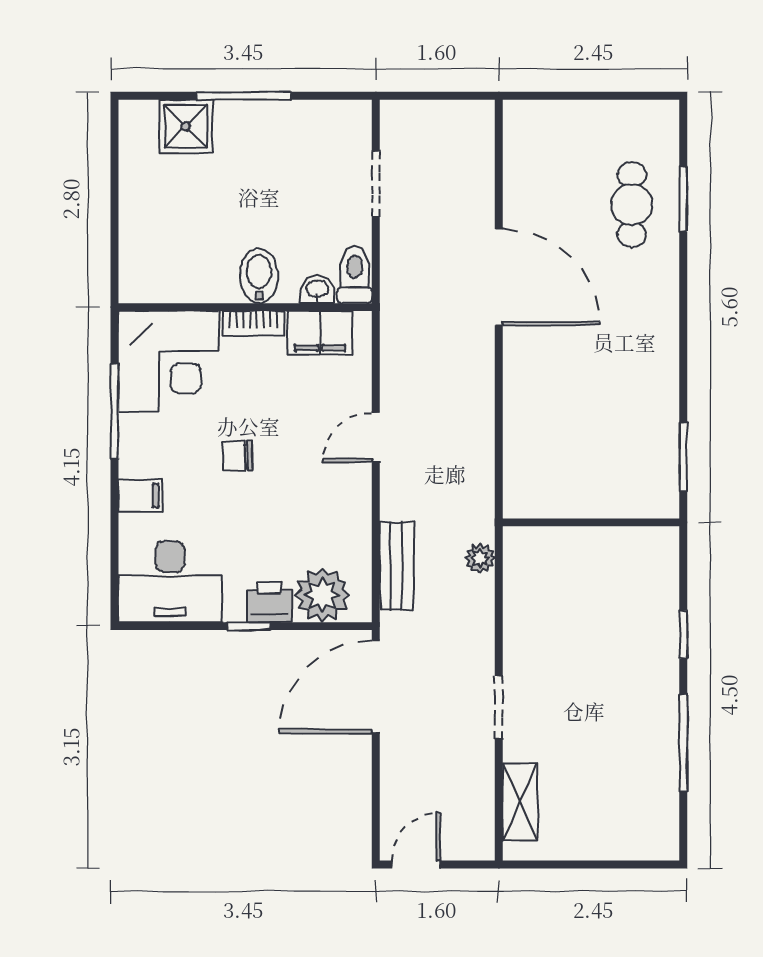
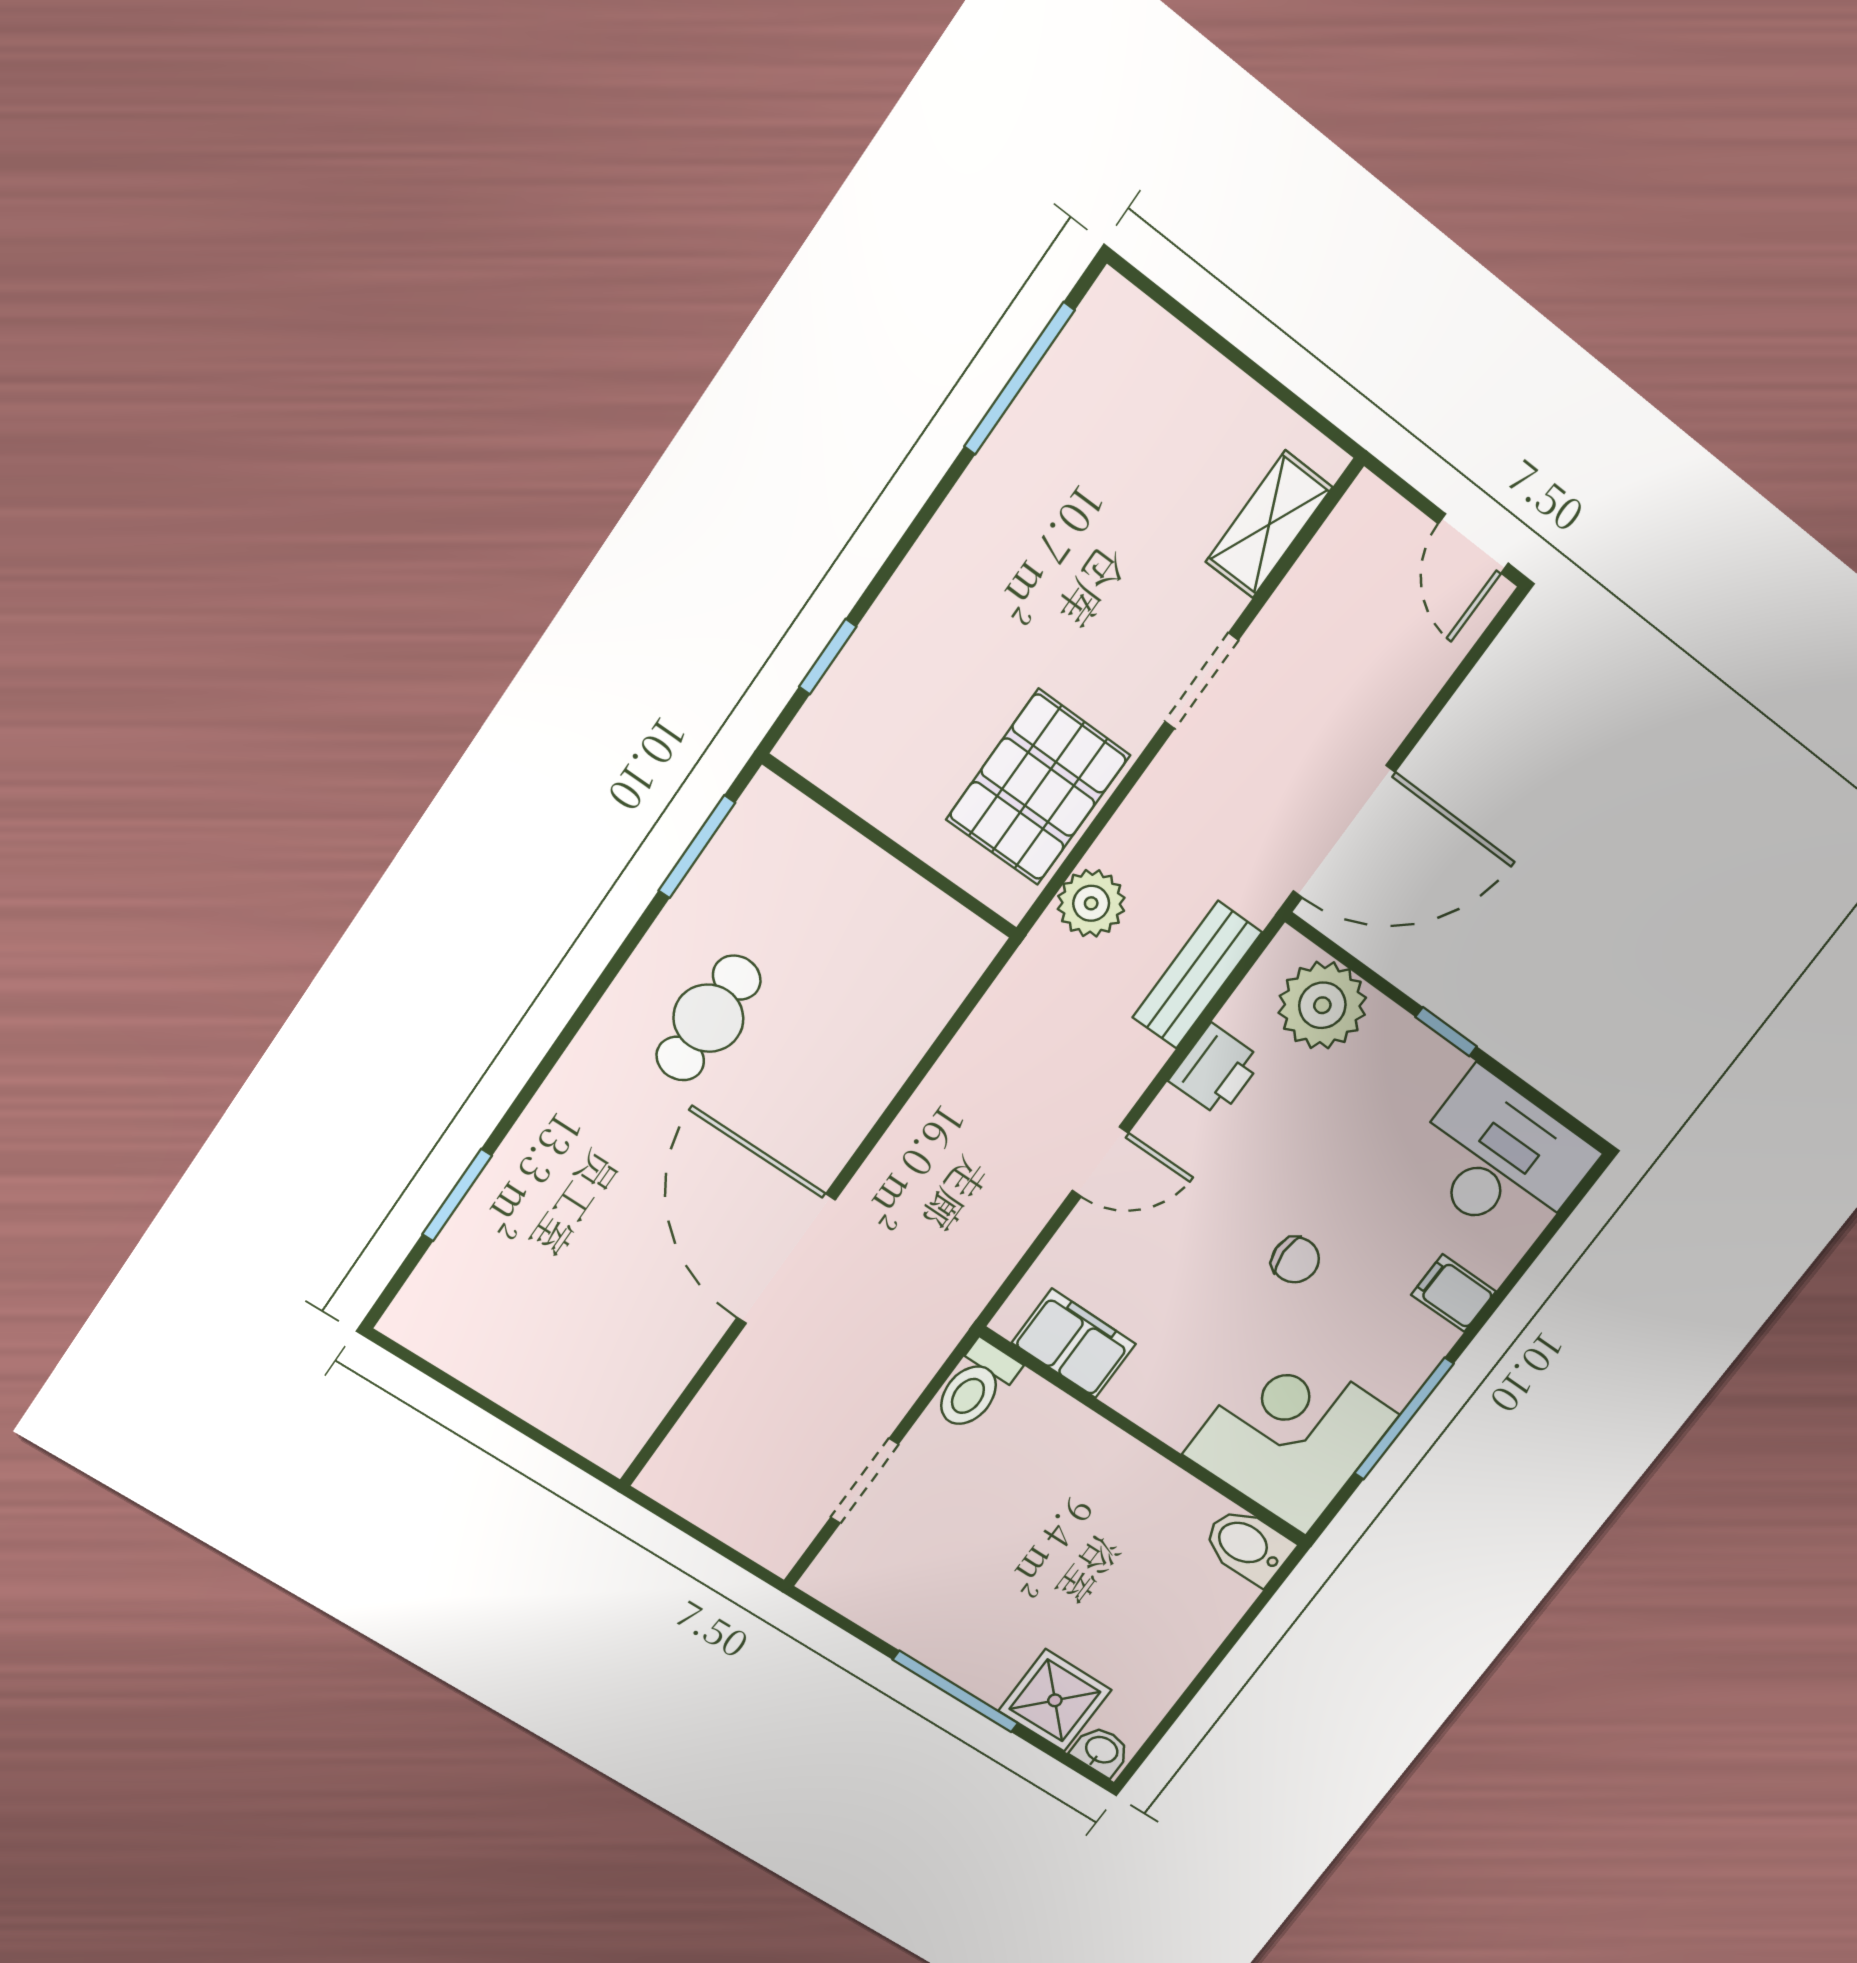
cafe table: (632, 204) -> (708, 1018), moved
bidet: (259, 276) -> (1248, 1546), moved, turned 90
washbasin: (317, 289) -> (1101, 1751), moved, turned 180
bookcase: (253, 323) -> (1150, 1411), removed
plant: (480, 558) -> (1091, 903), width x1.38, depth x1.38
pallet: (541, 601) -> (1038, 787), added
printer: (269, 602) -> (1216, 1070), moved, turned -90
window: (683, 635) -> (828, 657), moved
window: (683, 743) -> (1019, 379), moved
door: (416, 864) -> (1473, 544), hinge flipped

